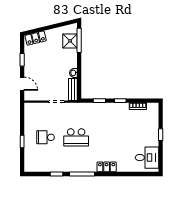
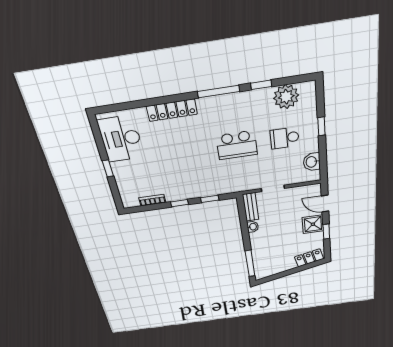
shower: (70, 41) -> (313, 224), moved
washbasin: (29, 118) -> (312, 162), added
school desk: (46, 137) -> (285, 138), turned 180
school desk: (76, 137) -> (237, 145), turned 180
desk: (147, 158) -> (121, 139), width x1.37
plant: (42, 164) -> (286, 97), added
locker: (107, 167) -> (172, 110), width x1.53

